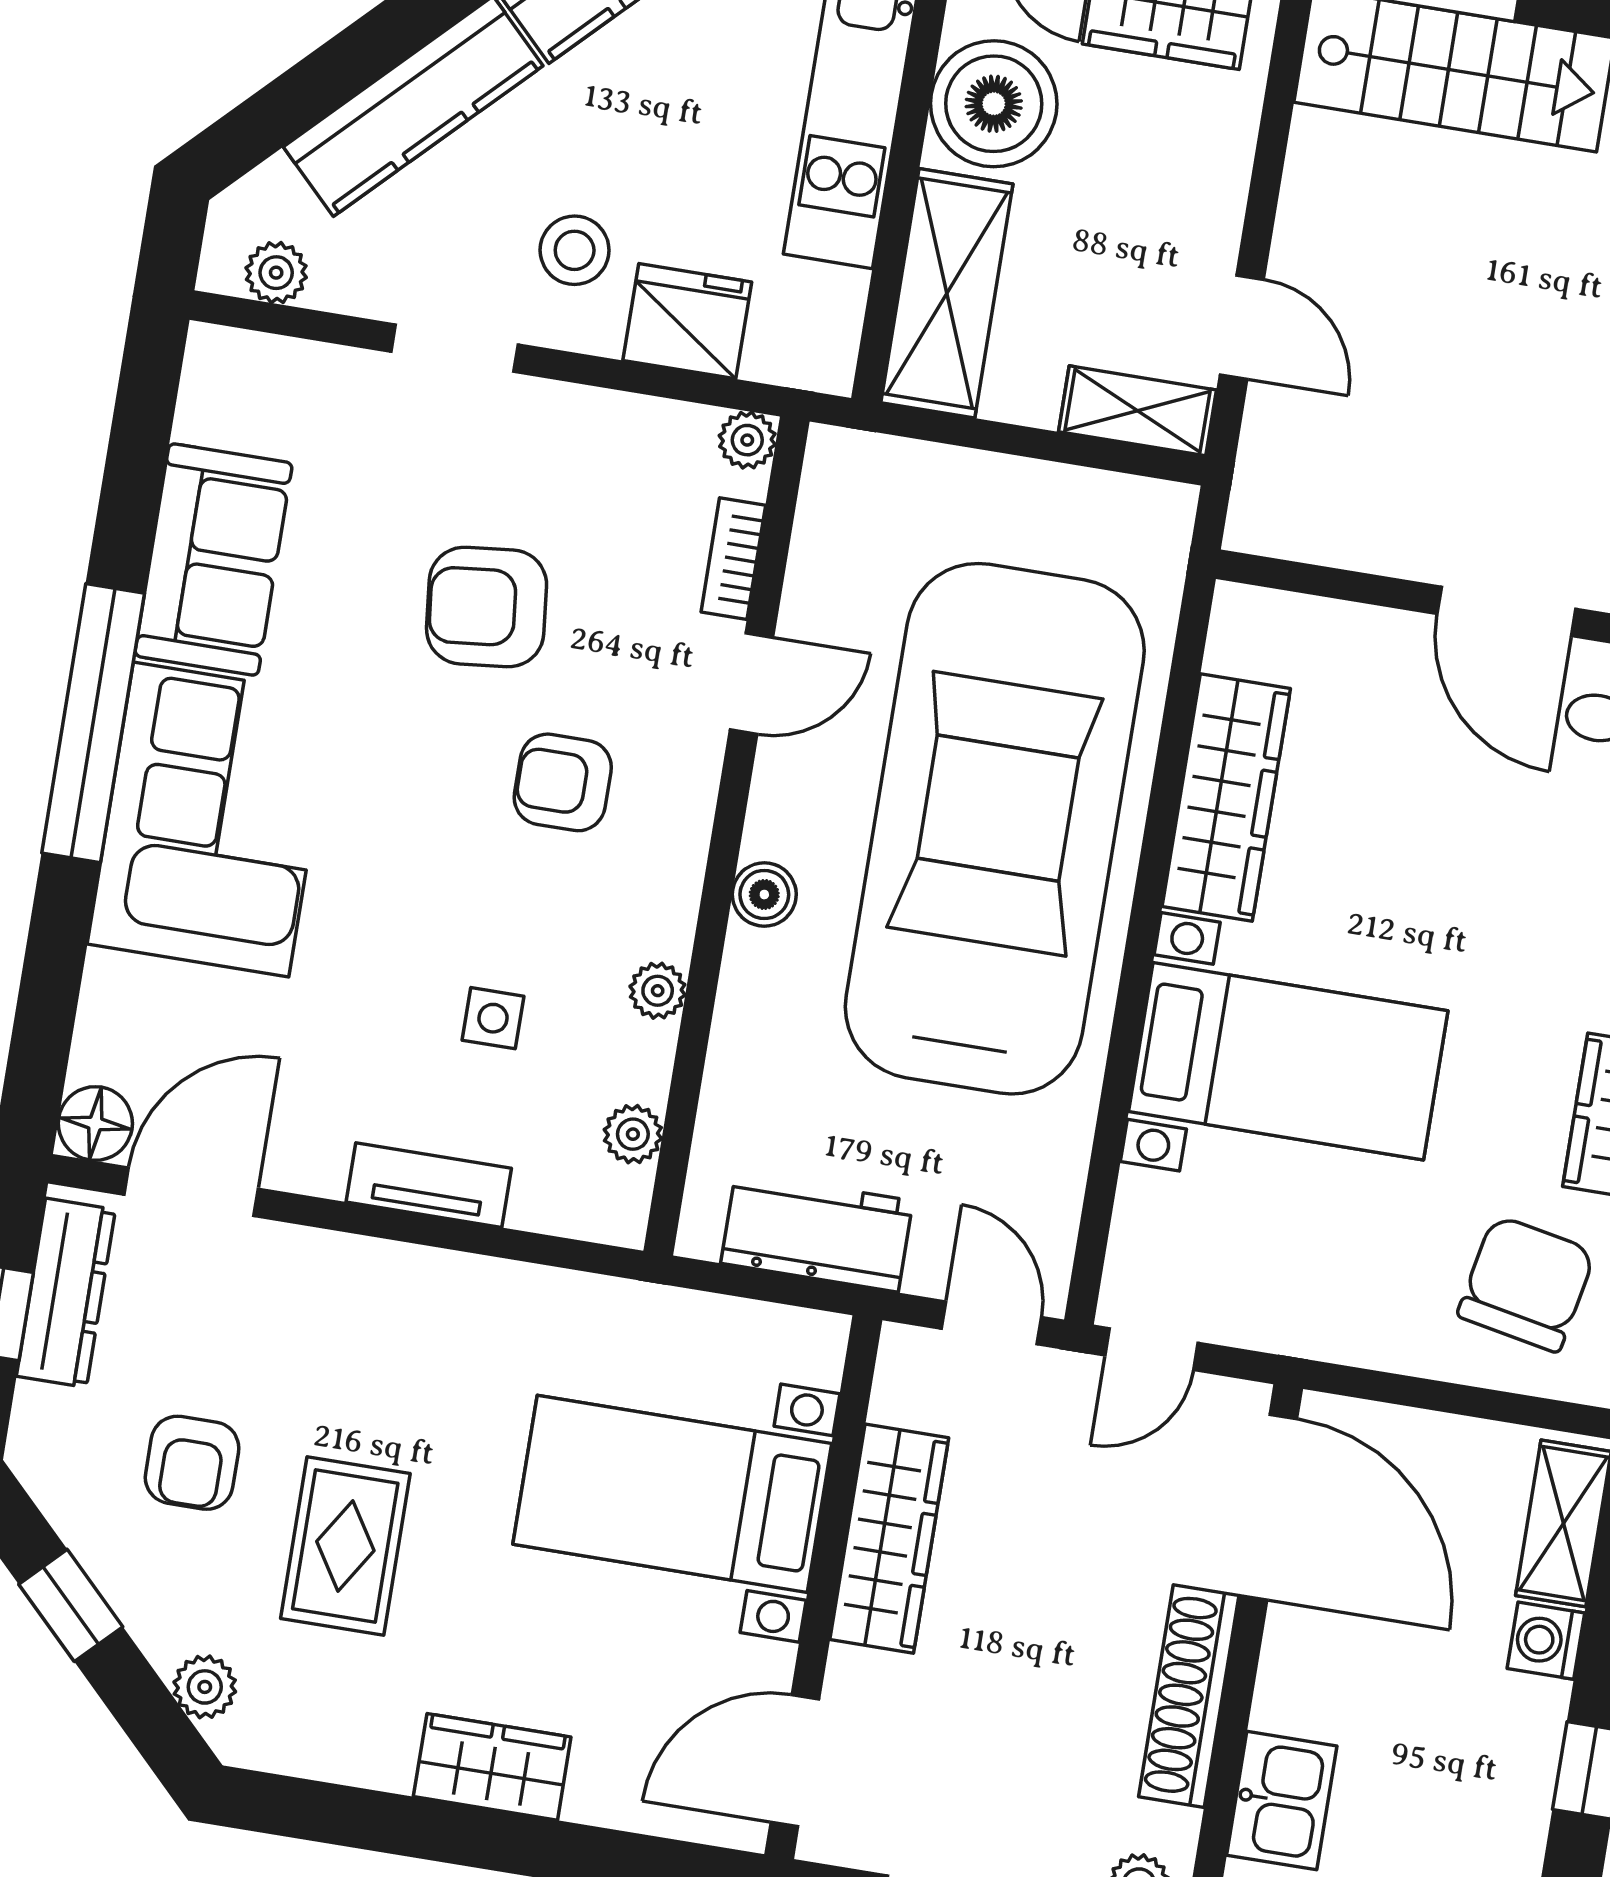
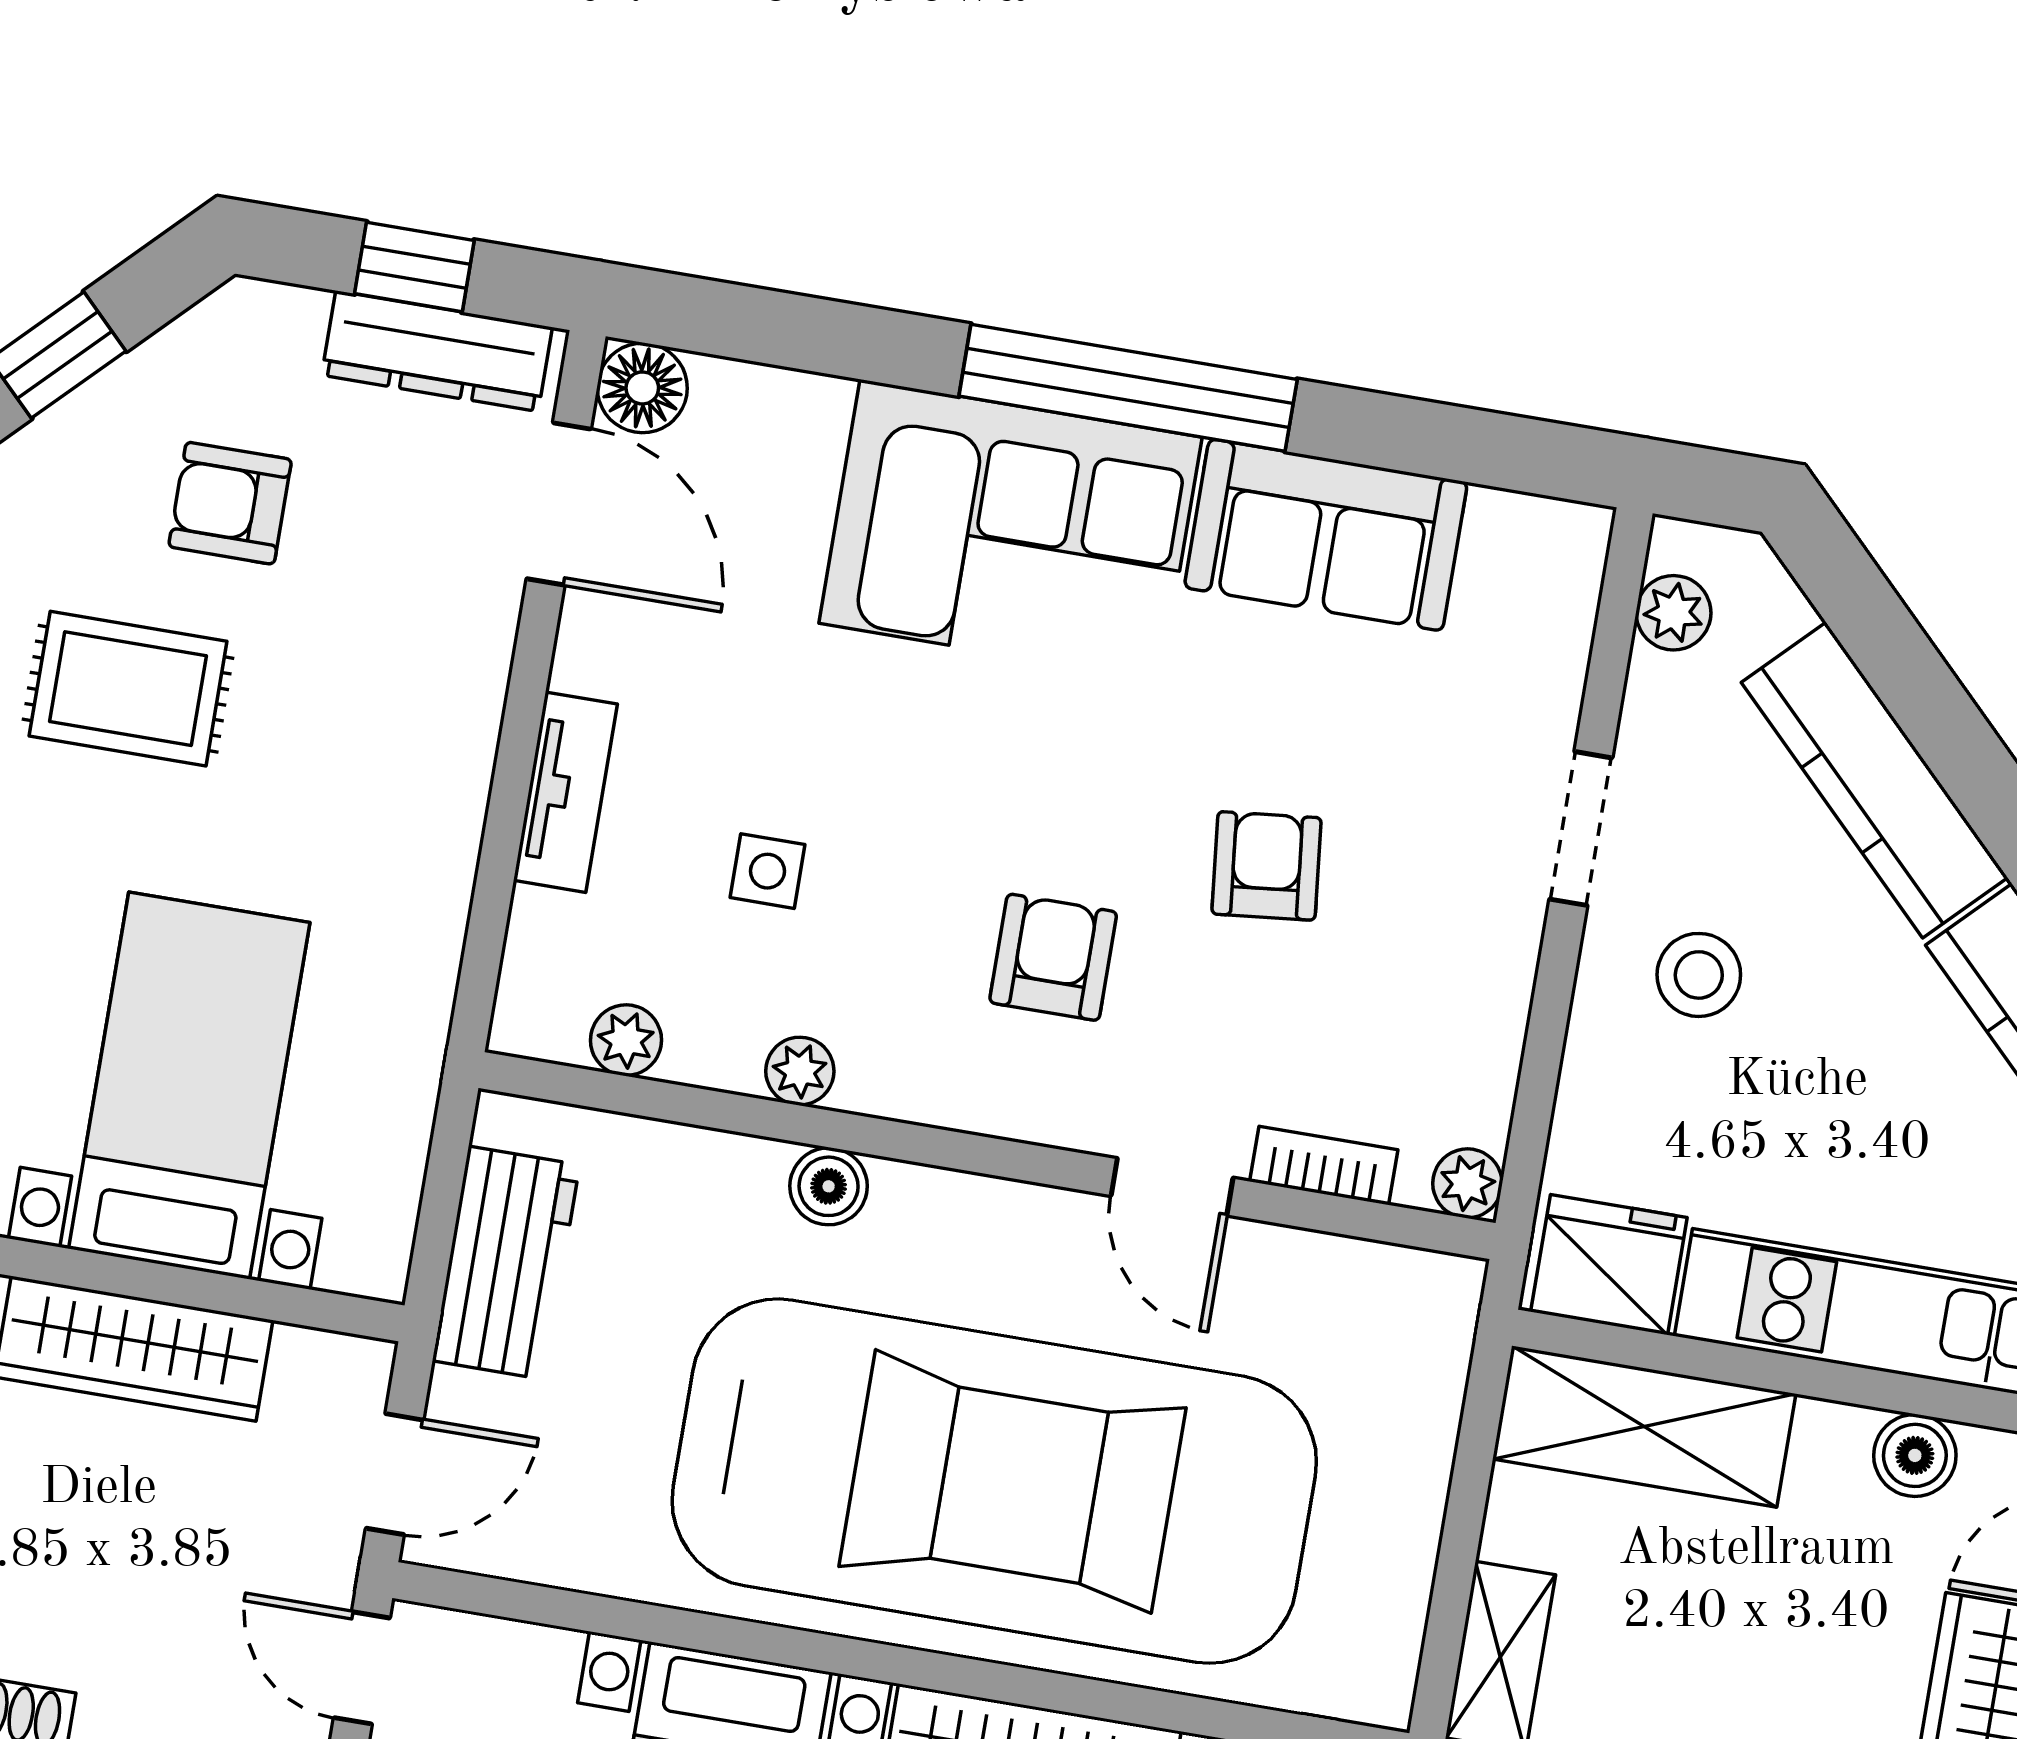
boiler: (994, 104) -> (1915, 1455), width x0.54, depth x0.54
fridge: (687, 321) -> (1609, 1265), moved, turned -90
armchair: (487, 607) -> (1267, 866), width x0.72, depth x0.72
boiler: (764, 894) -> (829, 1186), moved

